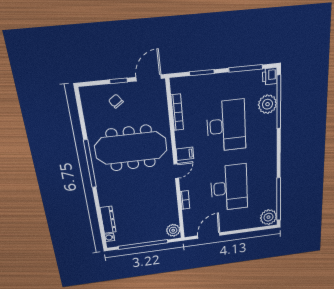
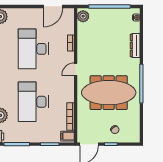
filing cabinet: (185, 154) -> (68, 136), moved
dresser: (108, 220) -> (135, 46), moved

